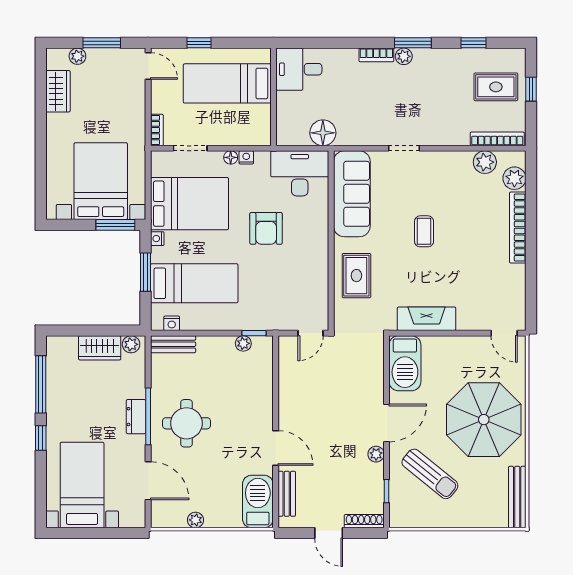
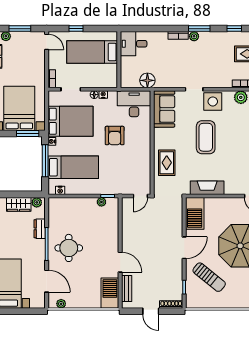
side table: (436, 169) -> (213, 101), added
sofa: (352, 194) -> (164, 109), width x0.73
coffee table: (424, 231) -> (206, 137), width x1.86, depth x1.72
window: (145, 272) -> (45, 161), width x1.44
bench: (173, 344) -> (61, 202), removed
dresser: (136, 417) -> (40, 229), moved
plant: (376, 454) -> (178, 266), removed
plant: (196, 520) -> (61, 304), moved

